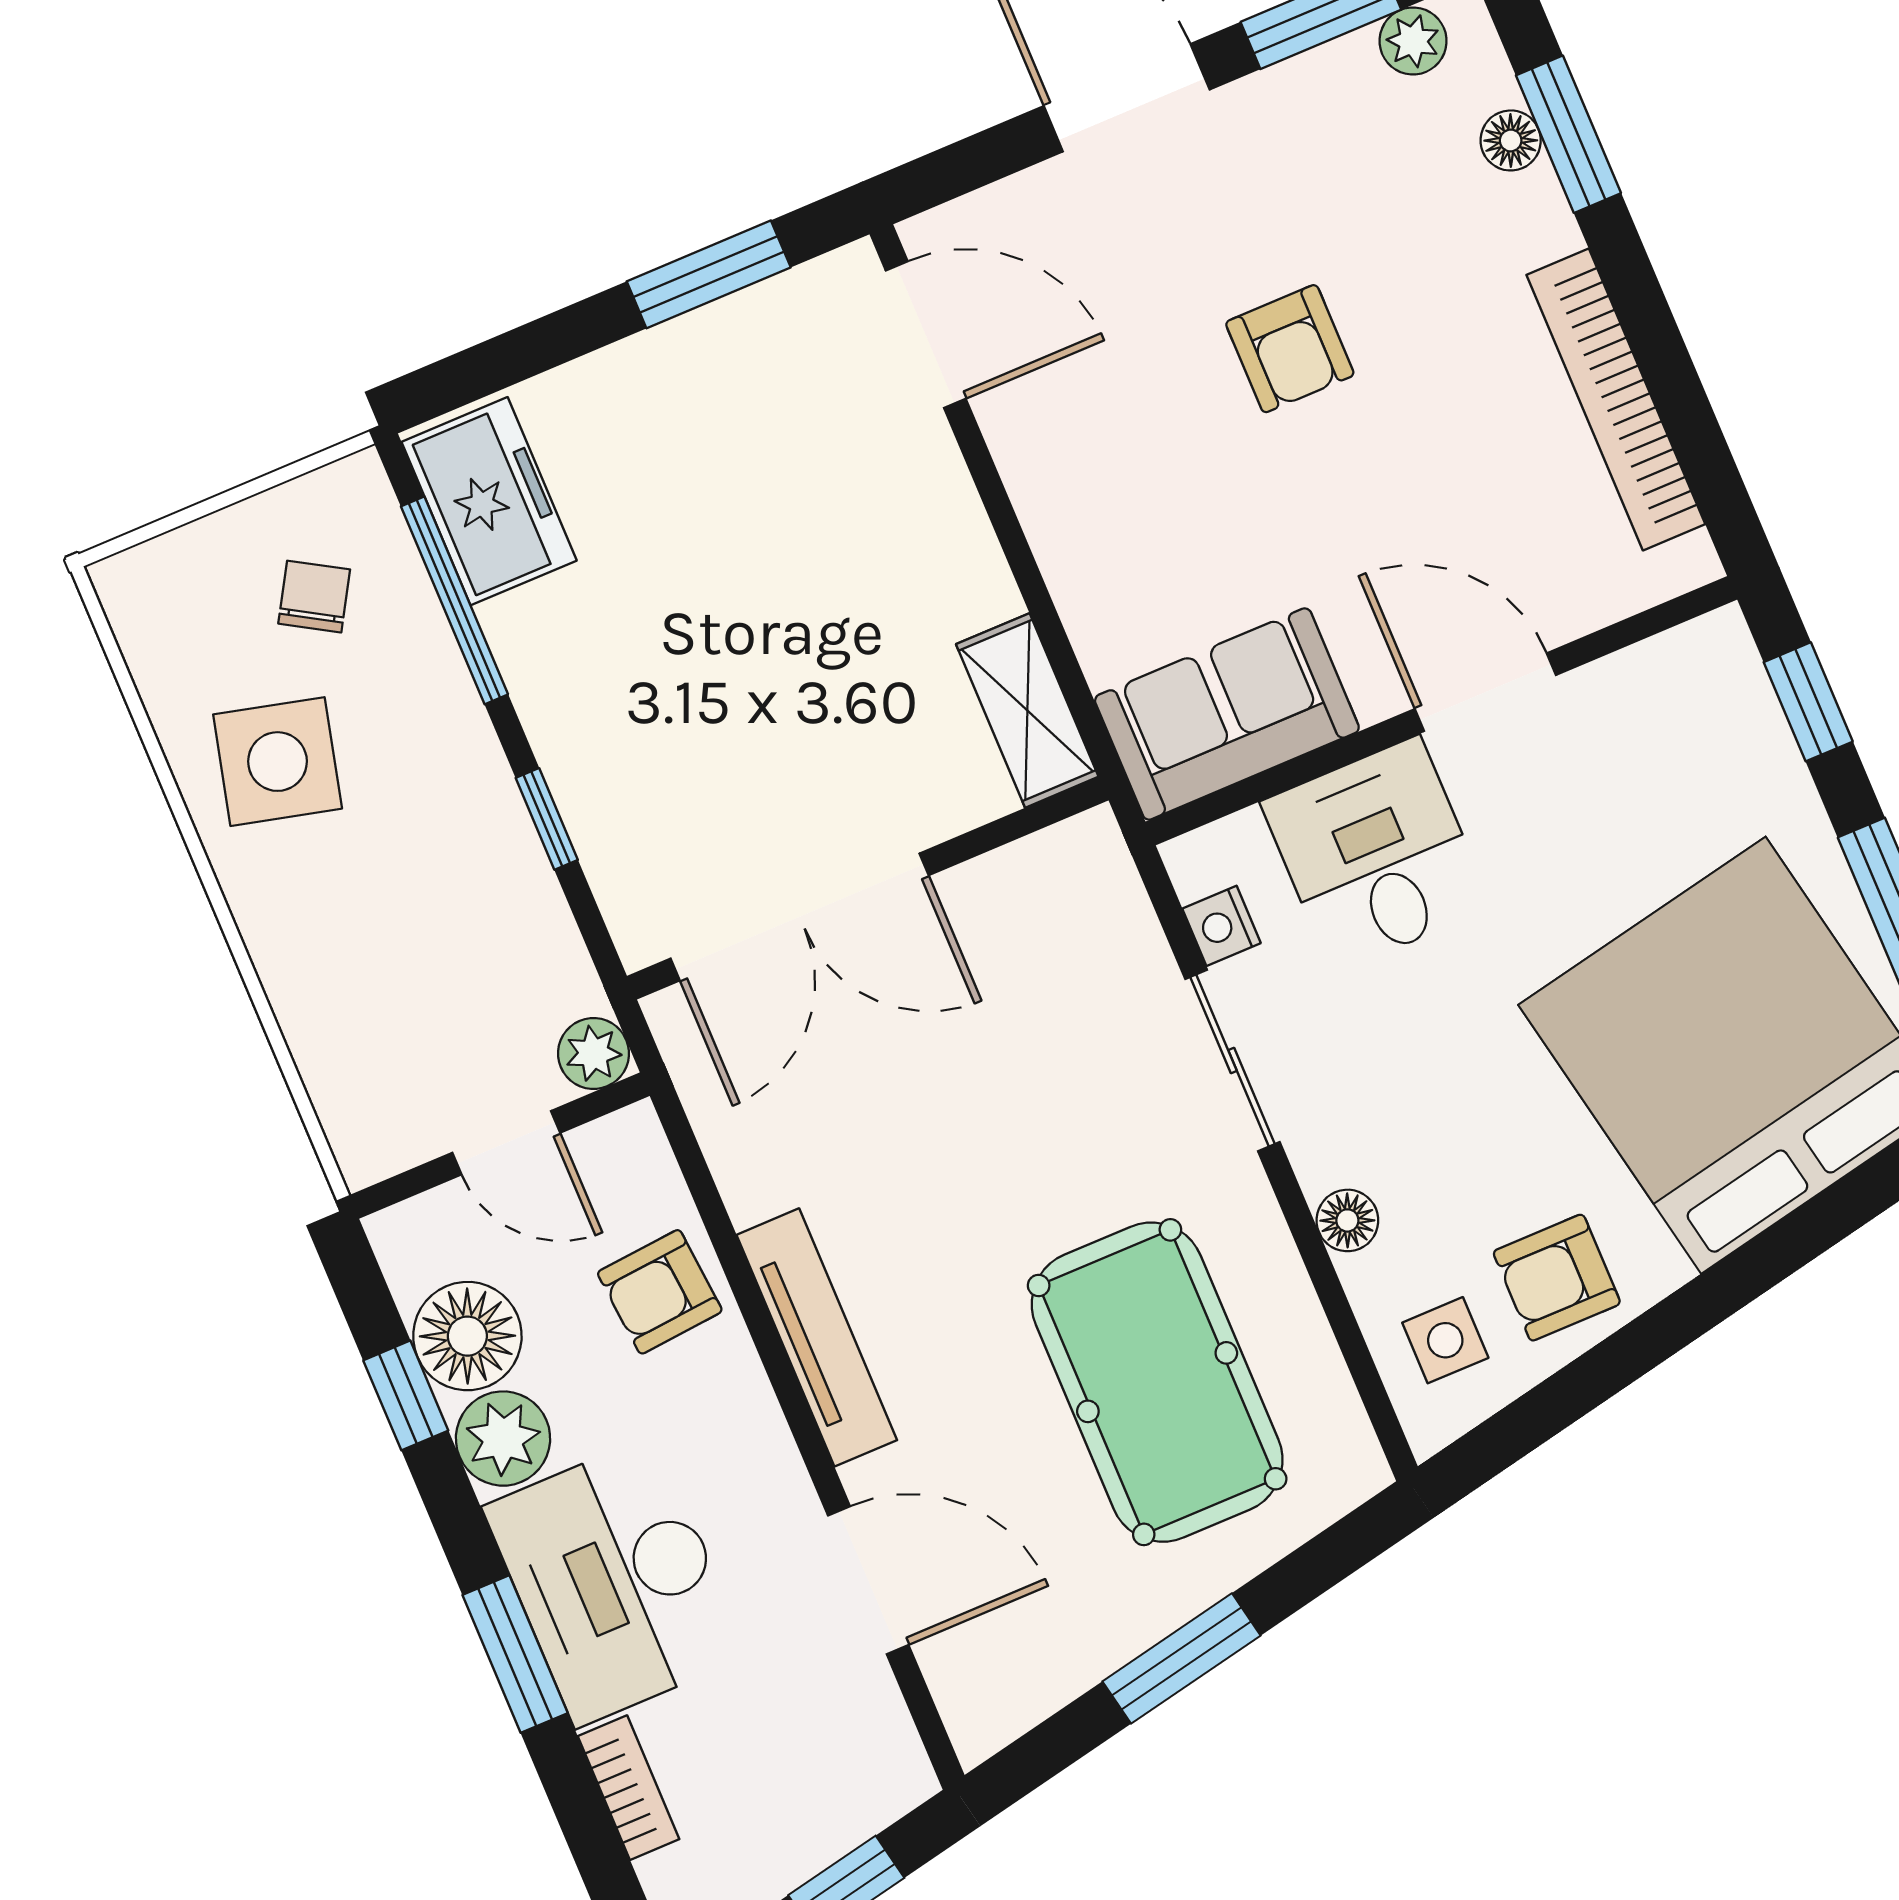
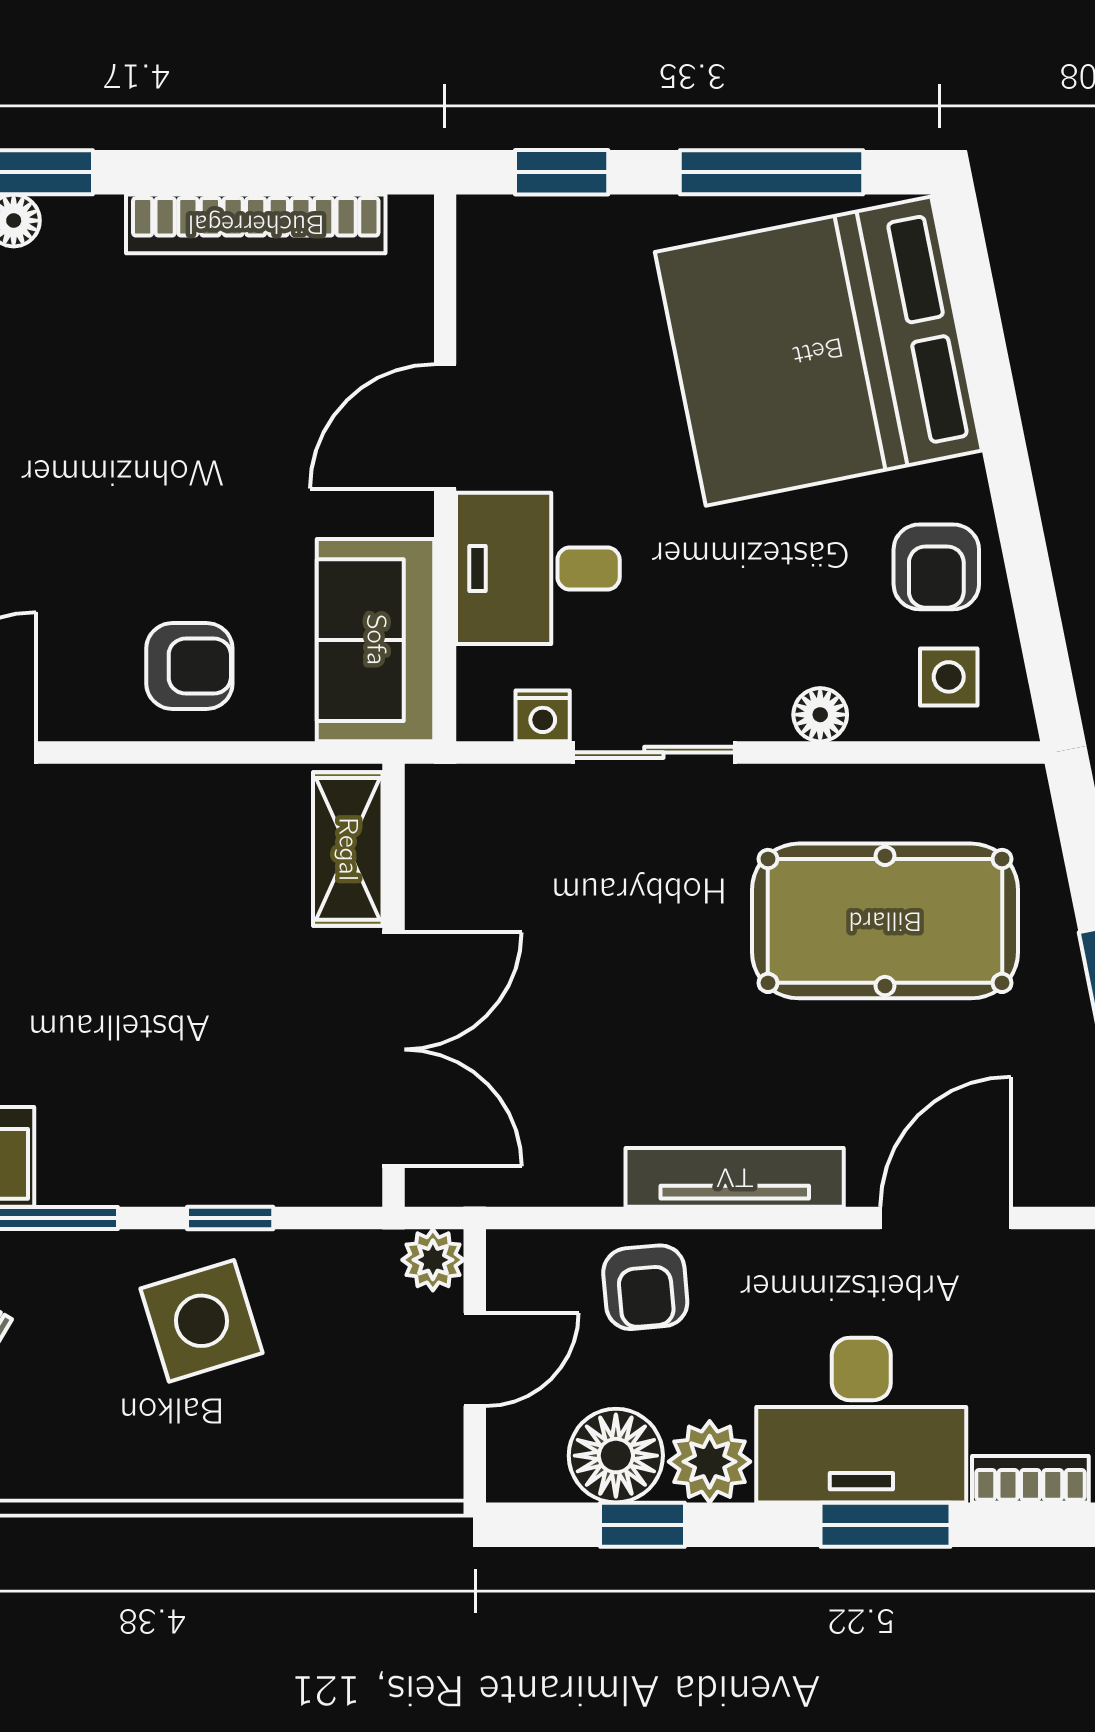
armchair: (1290, 349) -> (189, 666), moved
shelving: (1027, 710) -> (348, 849), moved, turned 90
side table: (278, 762) -> (202, 1321), moved, turned -31

